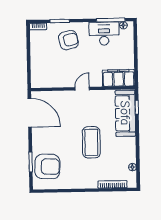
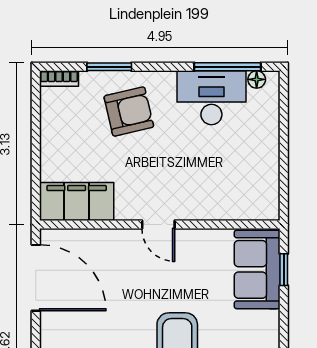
filing cabinet: (119, 78) -> (77, 201), moved
door: (82, 89) -> (158, 225), swing flipped
sofa: (125, 113) -> (257, 269), width x0.73

